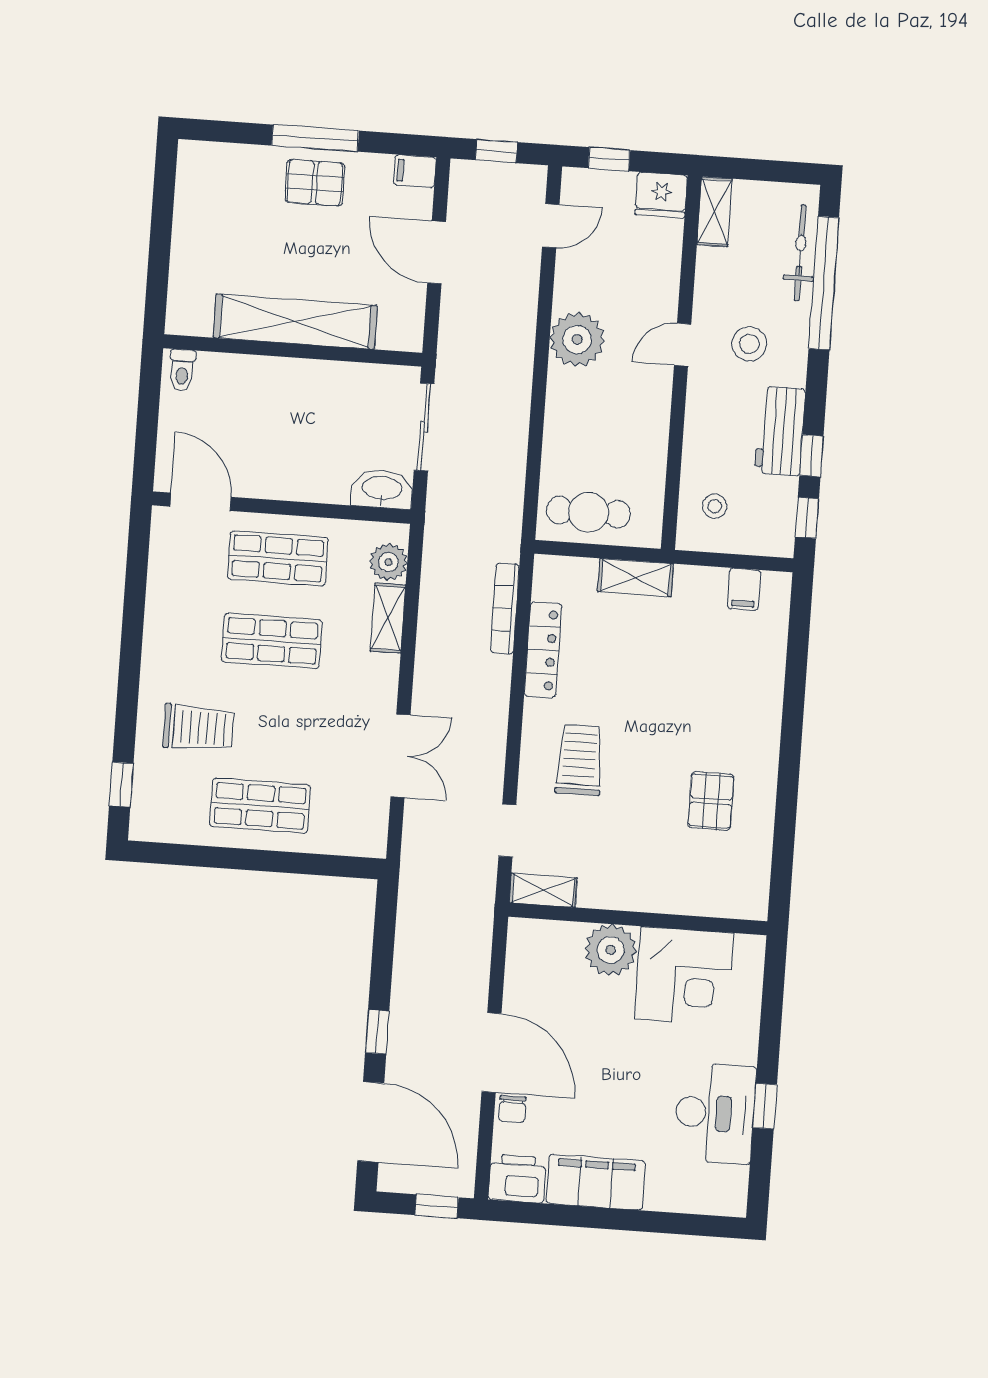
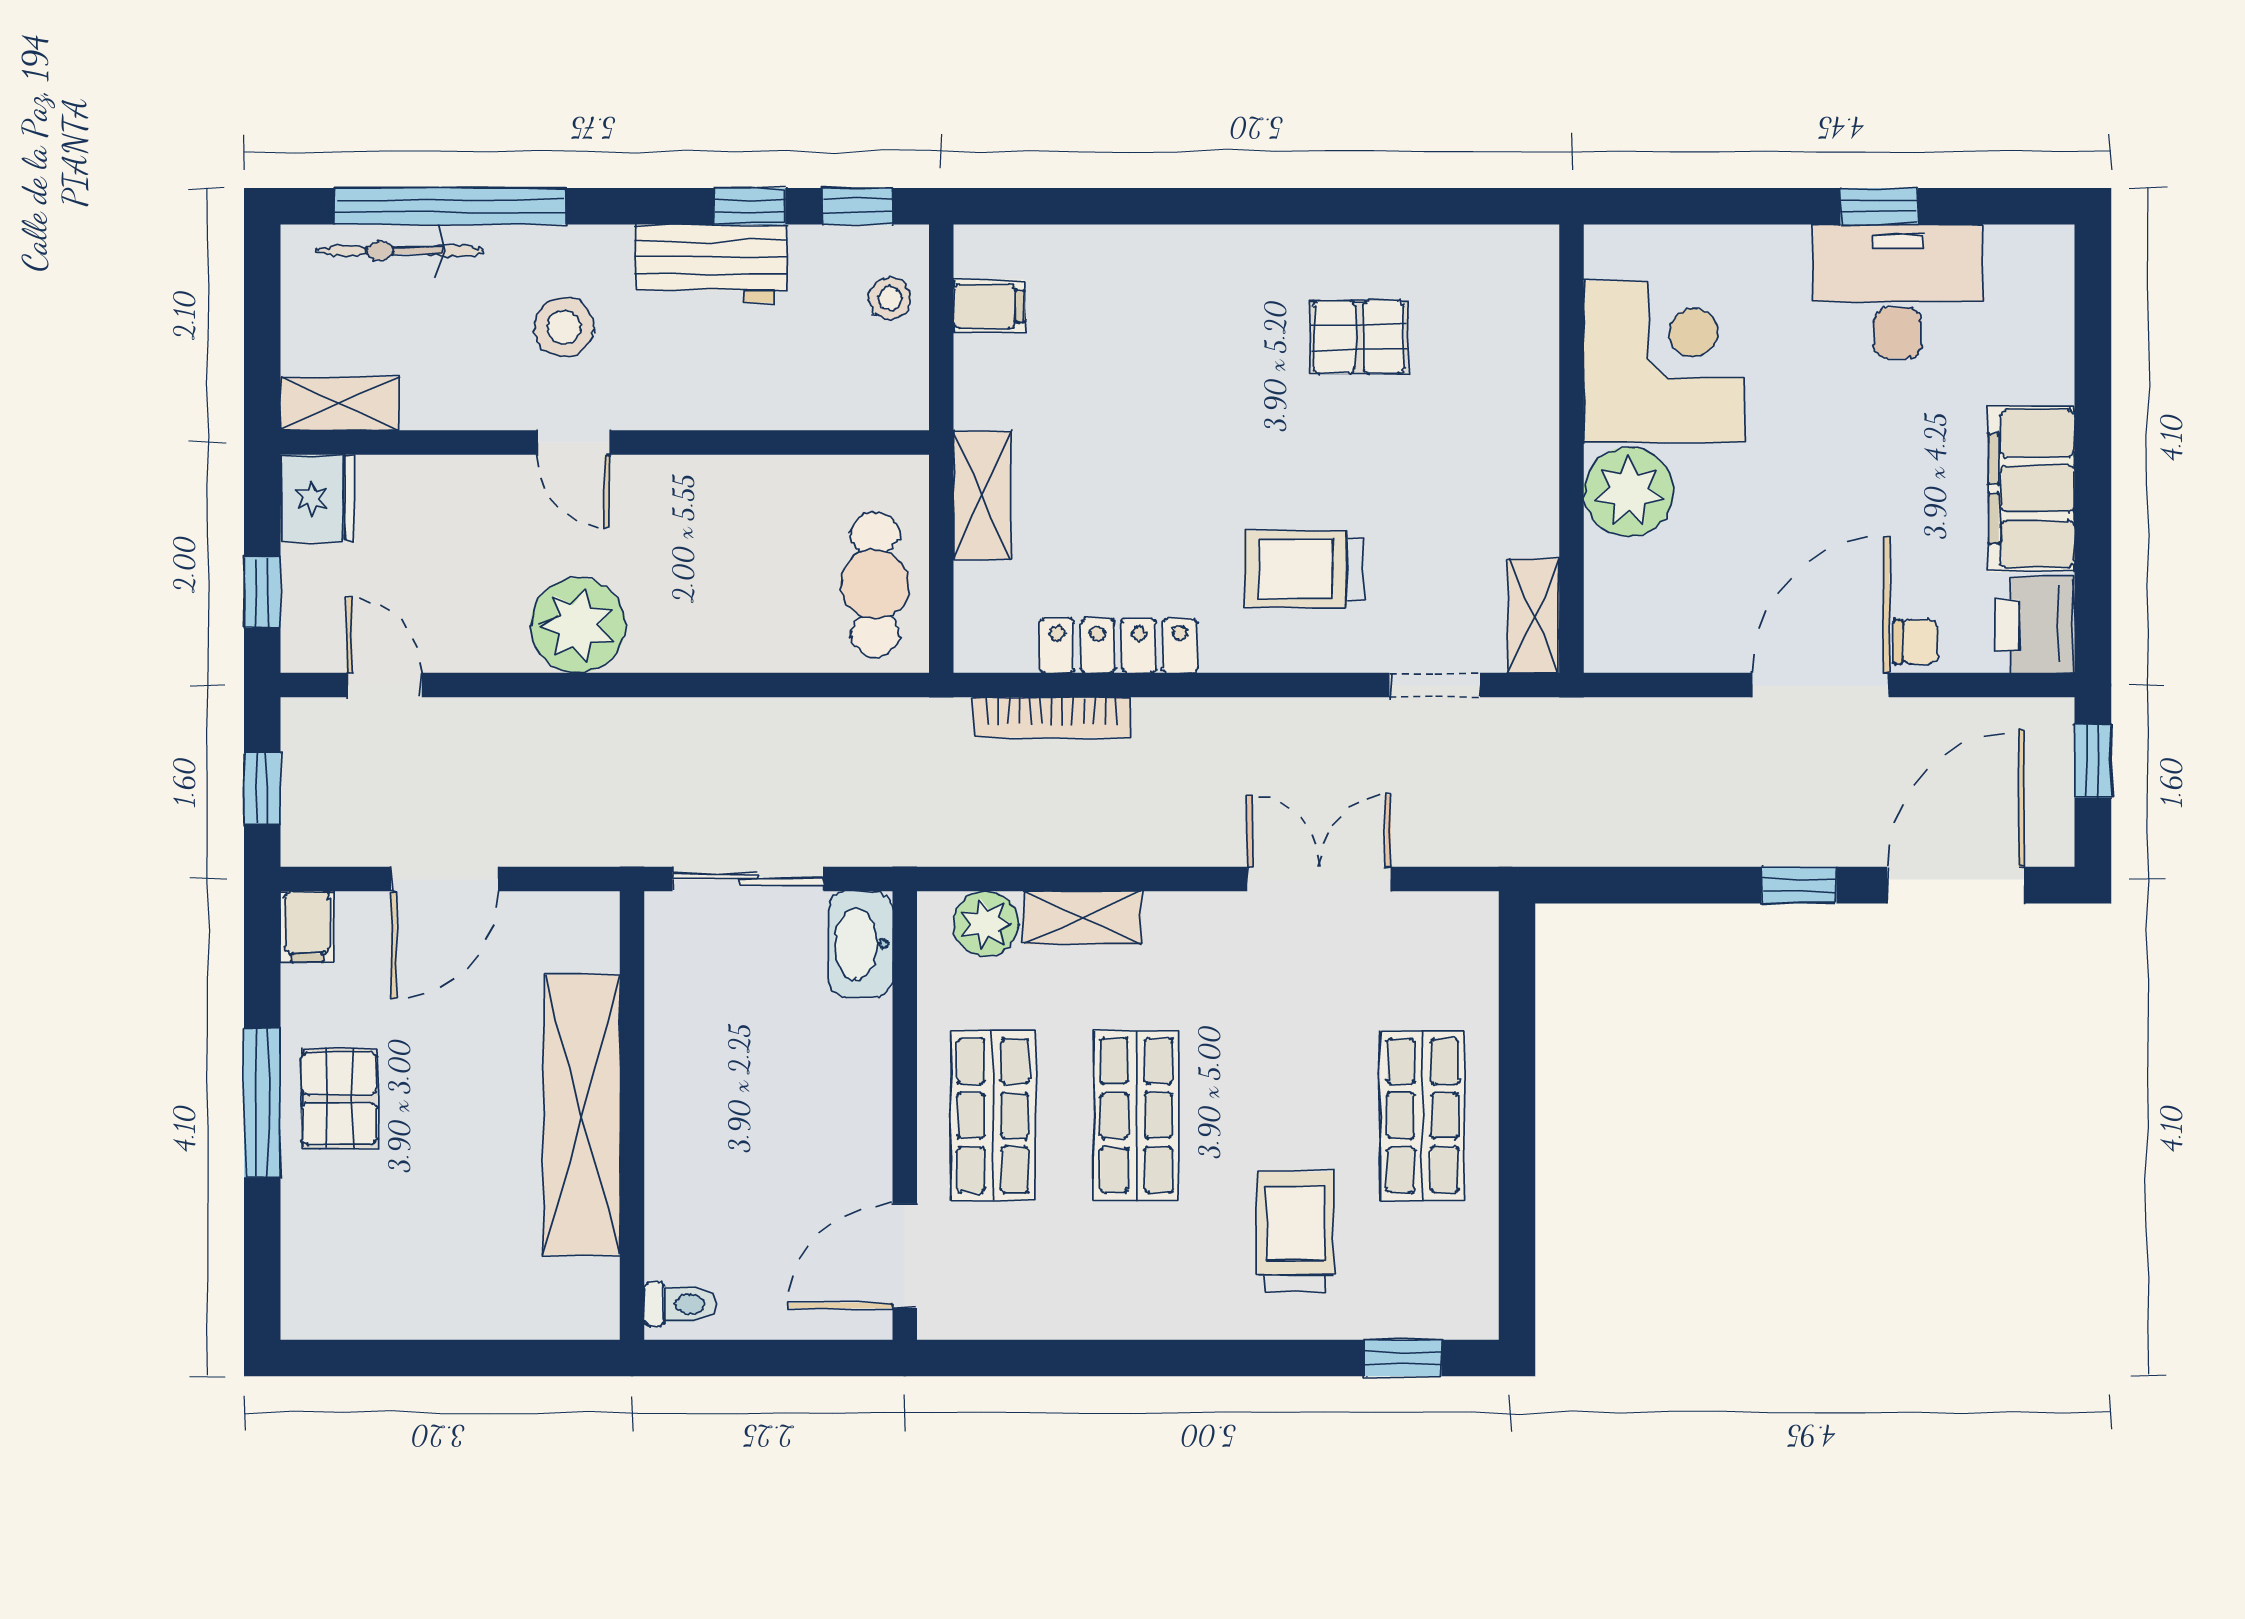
stool: (715, 506) -> (890, 298), moved

